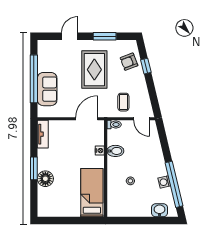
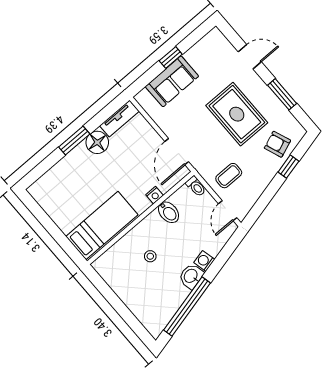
rug: (94, 70) -> (237, 114), turned 90
window: (34, 79) -> (171, 58), width x0.32
door: (87, 119) -> (177, 152), swing flipped
floor lamp: (45, 179) -> (97, 142), moved
washing machine: (164, 182) -> (204, 261), moved
washbasin: (160, 210) -> (191, 276), moved, turned -103

